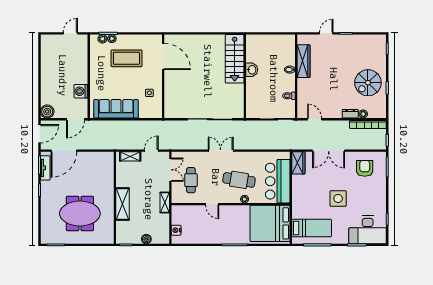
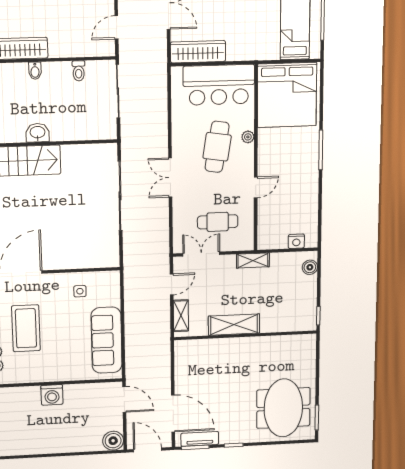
washing machine: (81, 91) -> (52, 395), moved
door: (151, 151) -> (172, 284), swing flipped
wardrobe: (298, 163) -> (198, 52), width x1.50
shelving: (123, 204) -> (234, 325), moved
meeting table: (80, 214) -> (283, 408), moved
boiler: (146, 239) -> (310, 267), moved

